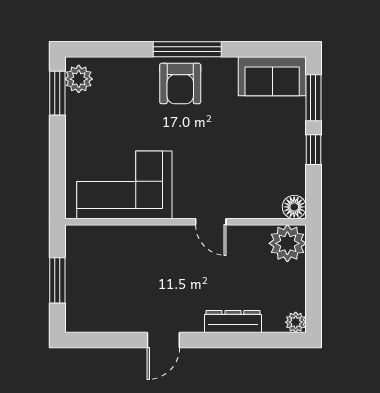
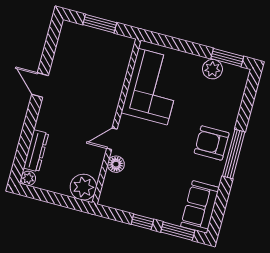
plant: (79, 79) -> (212, 69), moved
floor lamp: (294, 207) -> (116, 164), moved
dresser: (233, 321) -> (36, 151), moved

